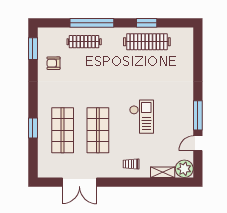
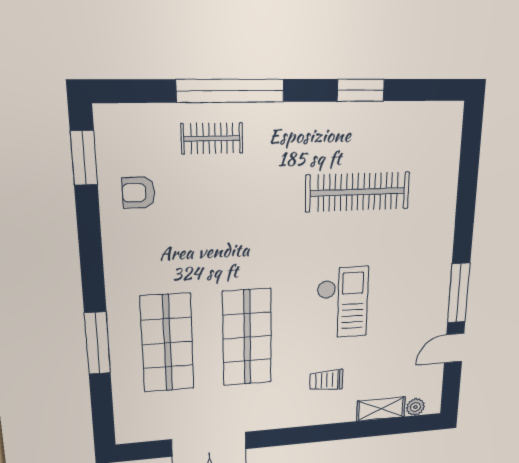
clothes rail: (84, 42) -> (212, 138), width x0.73
clothes rail: (147, 42) -> (358, 192), moved
window: (33, 128) -> (98, 343), width x1.44
trolley: (131, 164) -> (326, 380), moved
plant: (184, 169) -> (415, 407), width x0.53, depth x0.53

